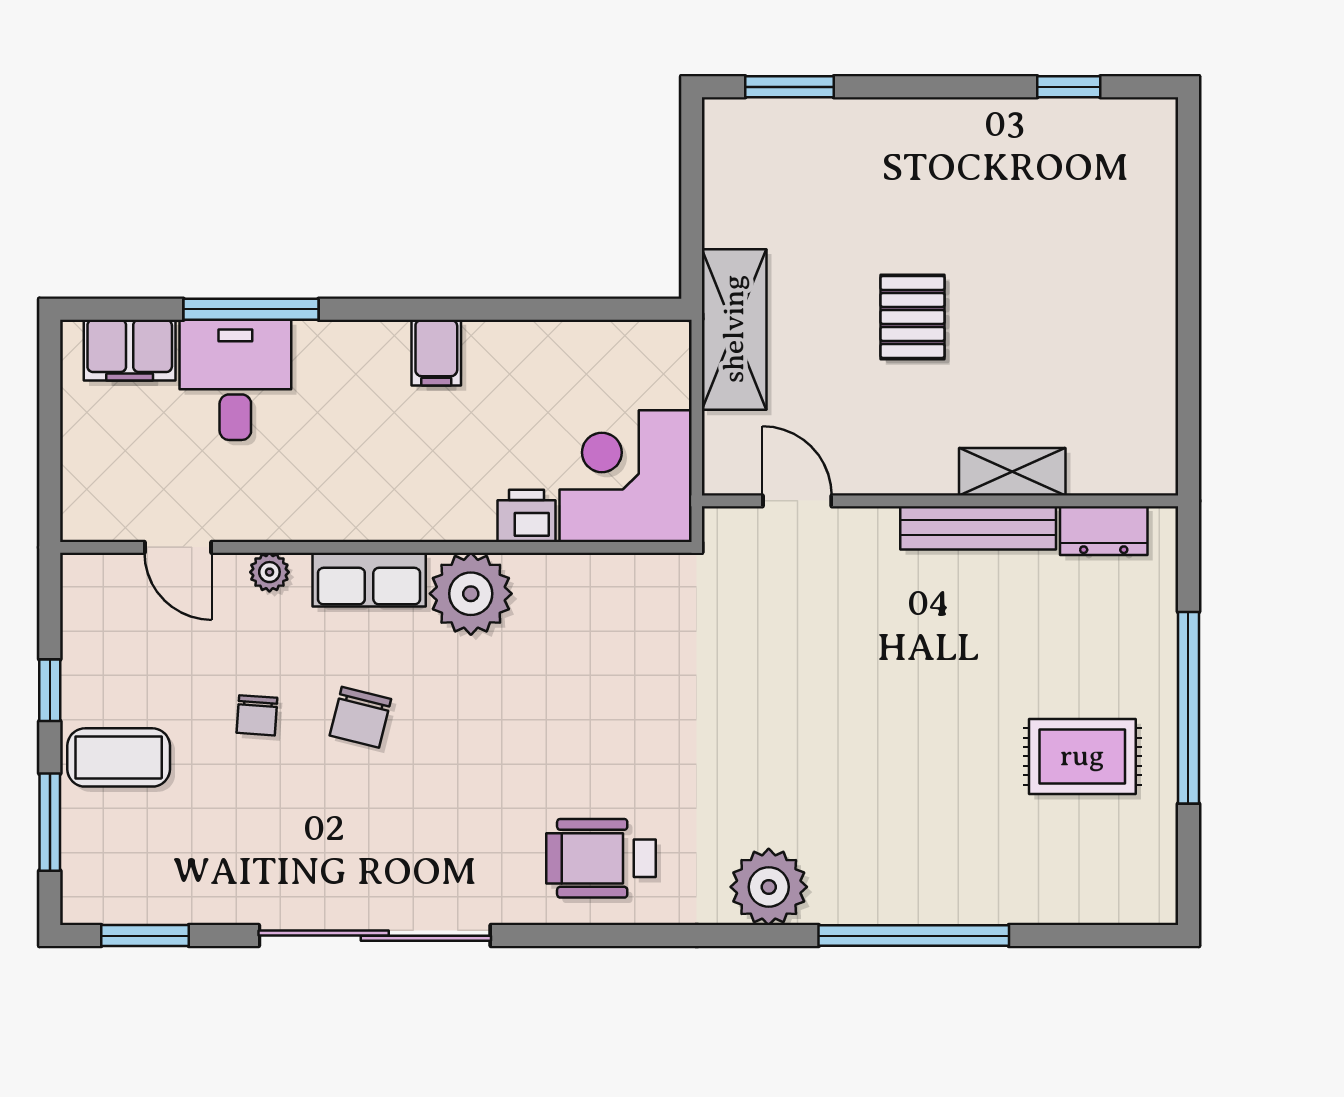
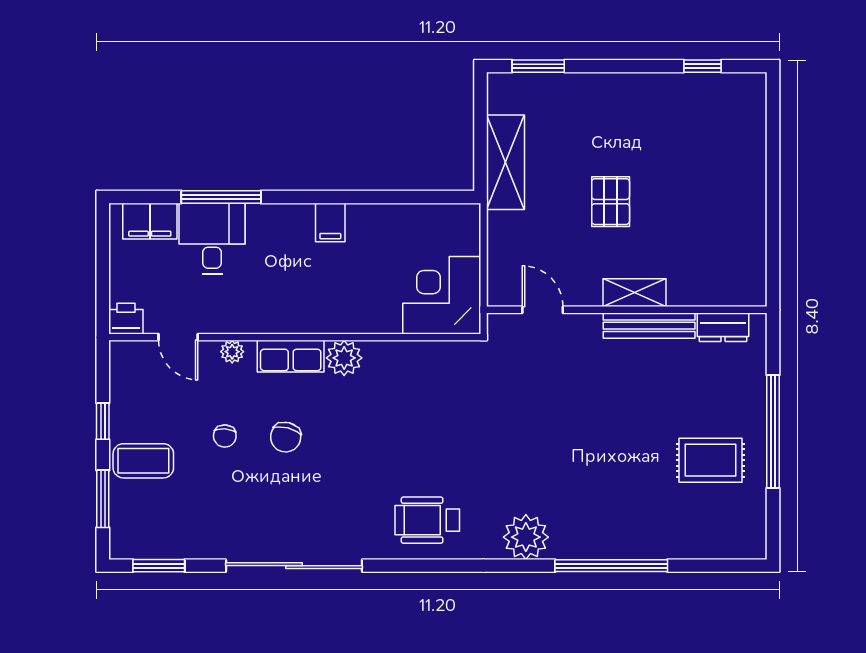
shelving: (734, 329) -> (506, 162), moved
shelving: (1012, 472) -> (635, 293), moved
printer: (527, 516) -> (126, 319), moved
plant: (471, 594) -> (344, 358), width x0.73, depth x0.73

